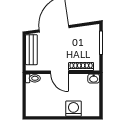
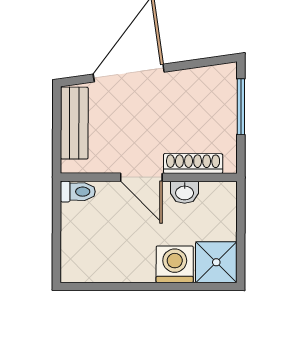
washbasin: (94, 79) -> (185, 192), moved
shower: (91, 108) -> (216, 262), added

